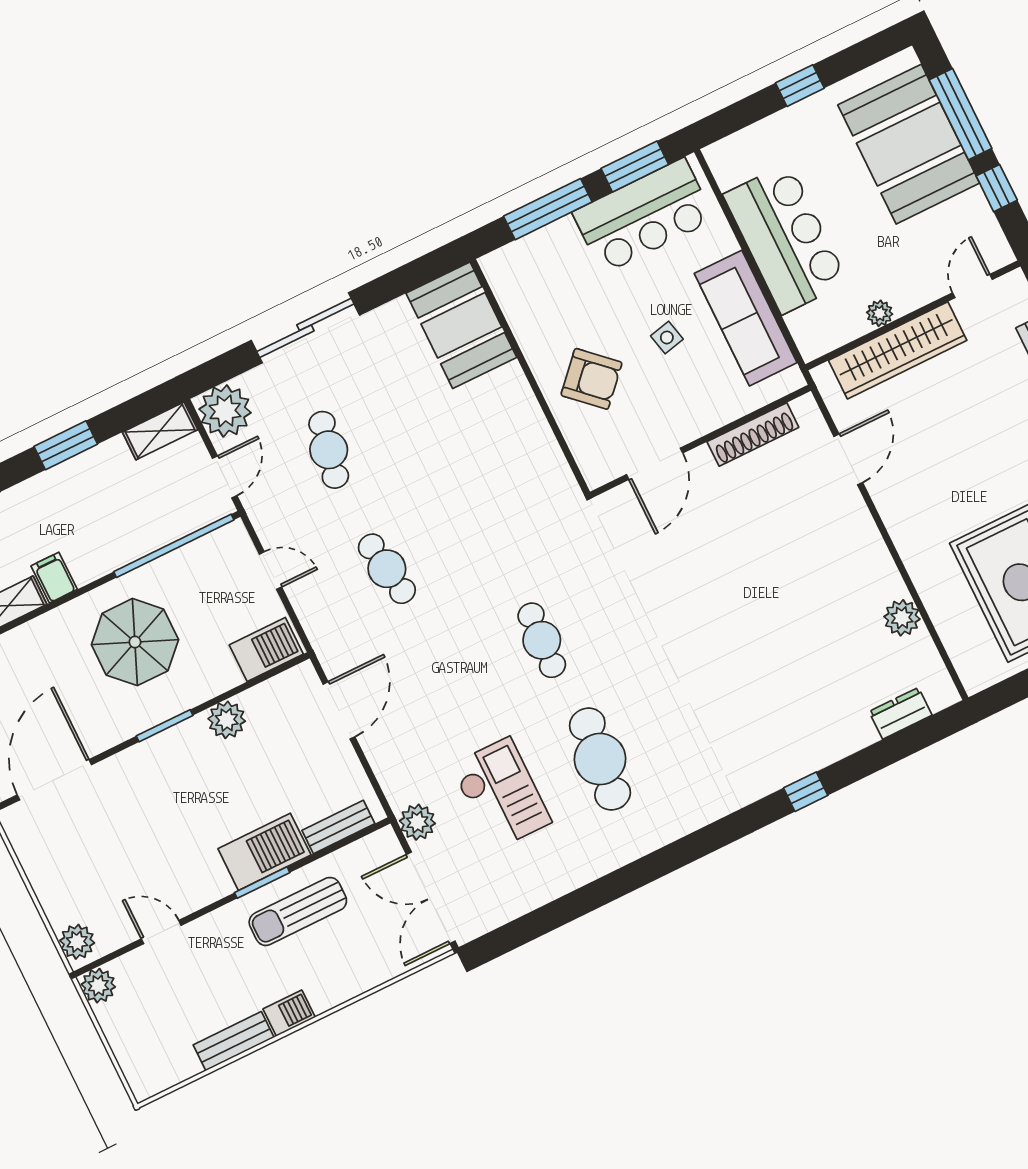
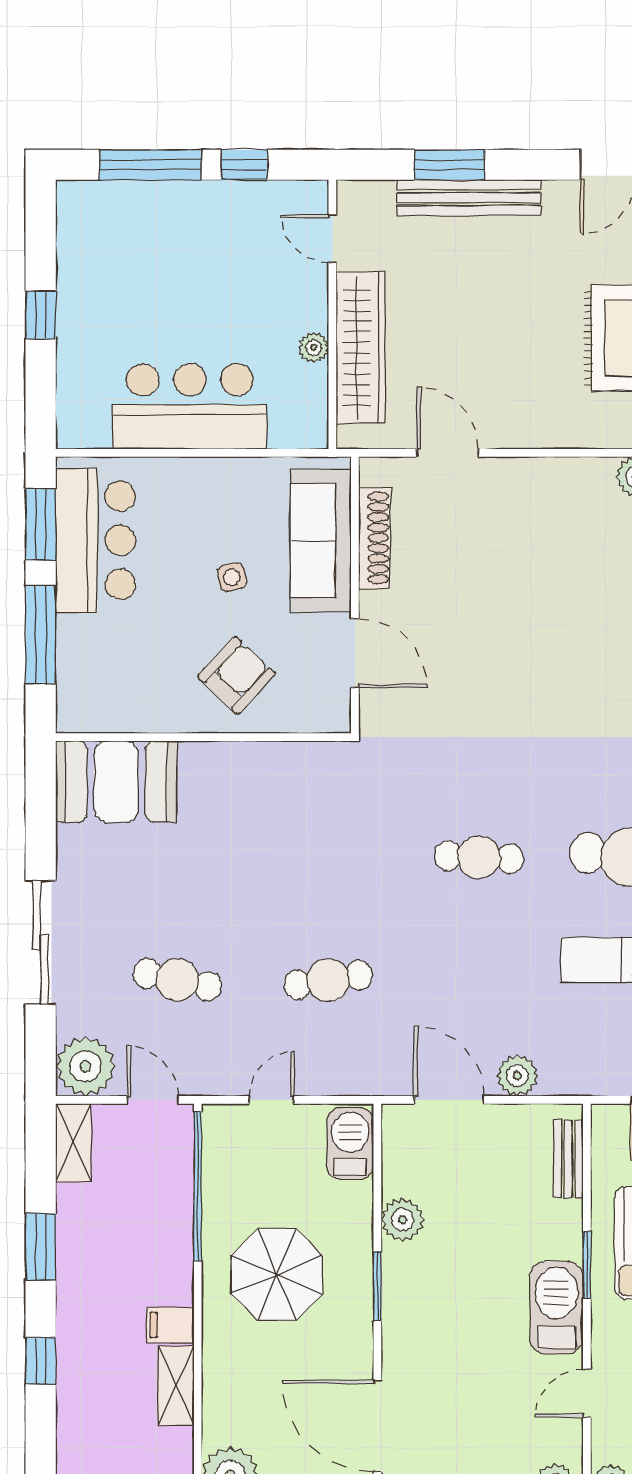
booth: (909, 144) -> (155, 233), removed
sofa: (746, 318) -> (321, 541), moved, turned 90
plant: (417, 822) -> (517, 1076), moved
barbecue: (264, 852) -> (556, 1308), moved

